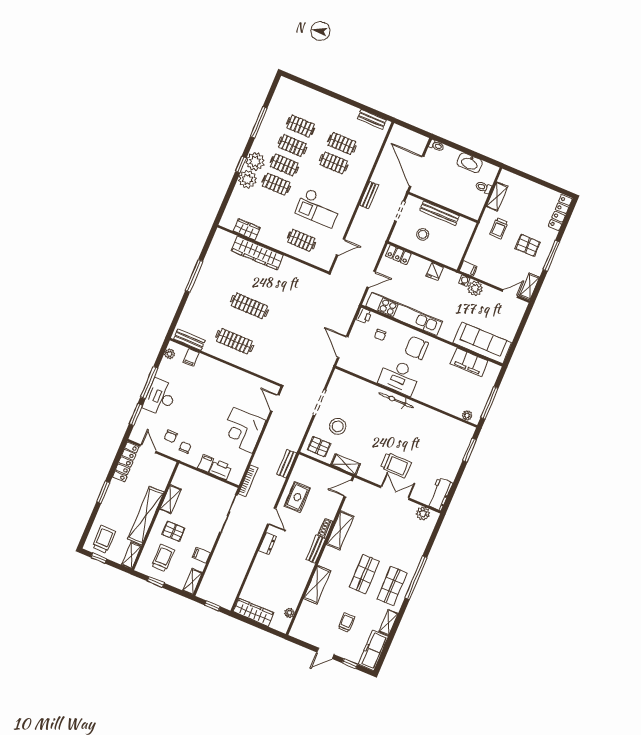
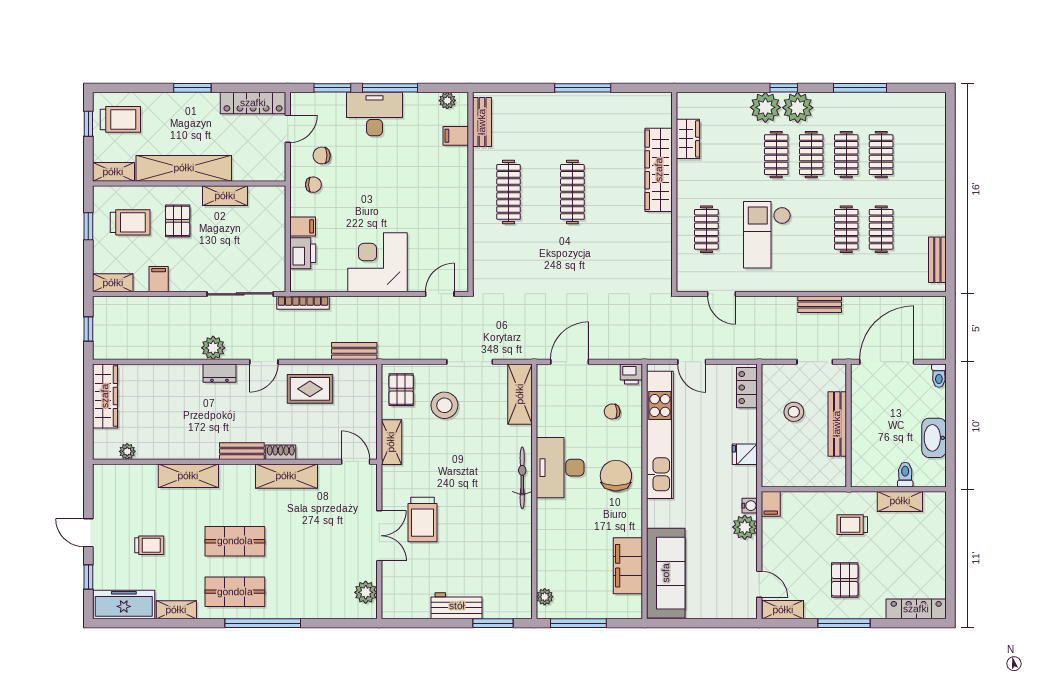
shelving: (349, 382) -> (520, 394), added
workbench: (440, 494) -> (457, 606), moved
plant: (252, 541) -> (213, 348), added

